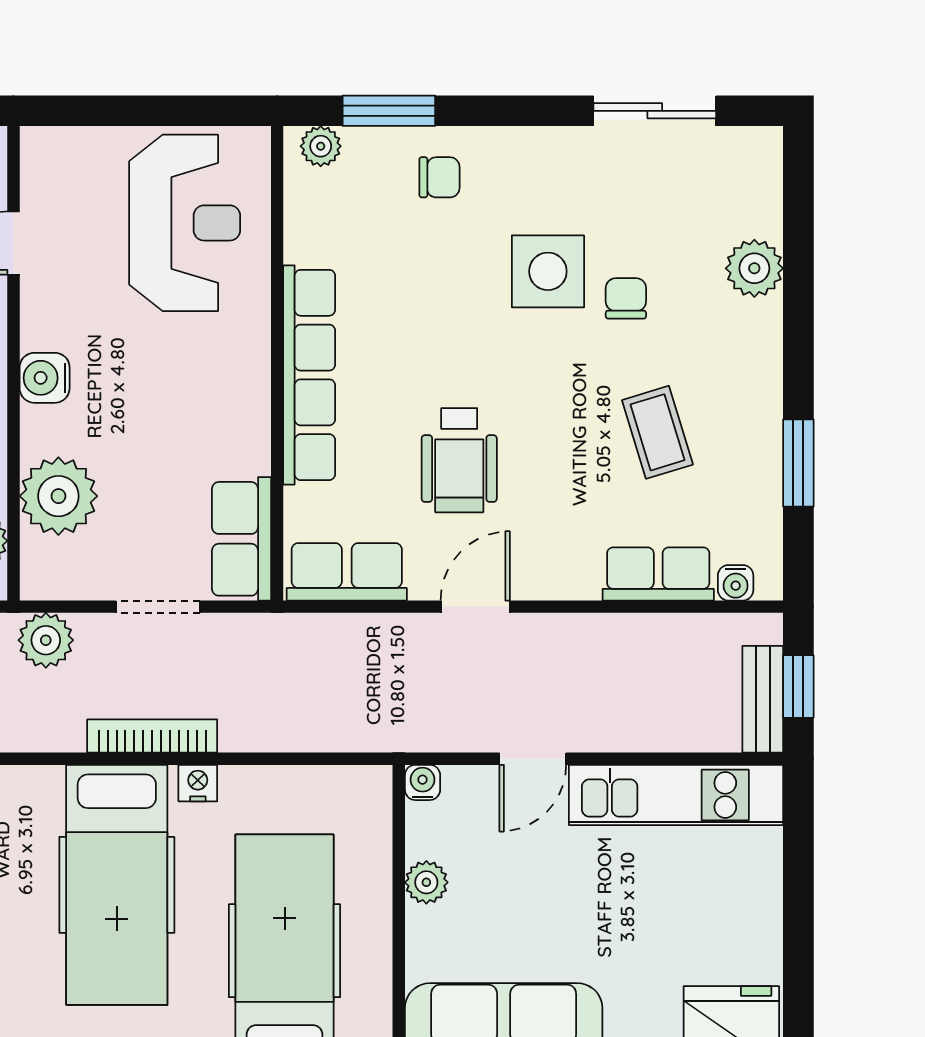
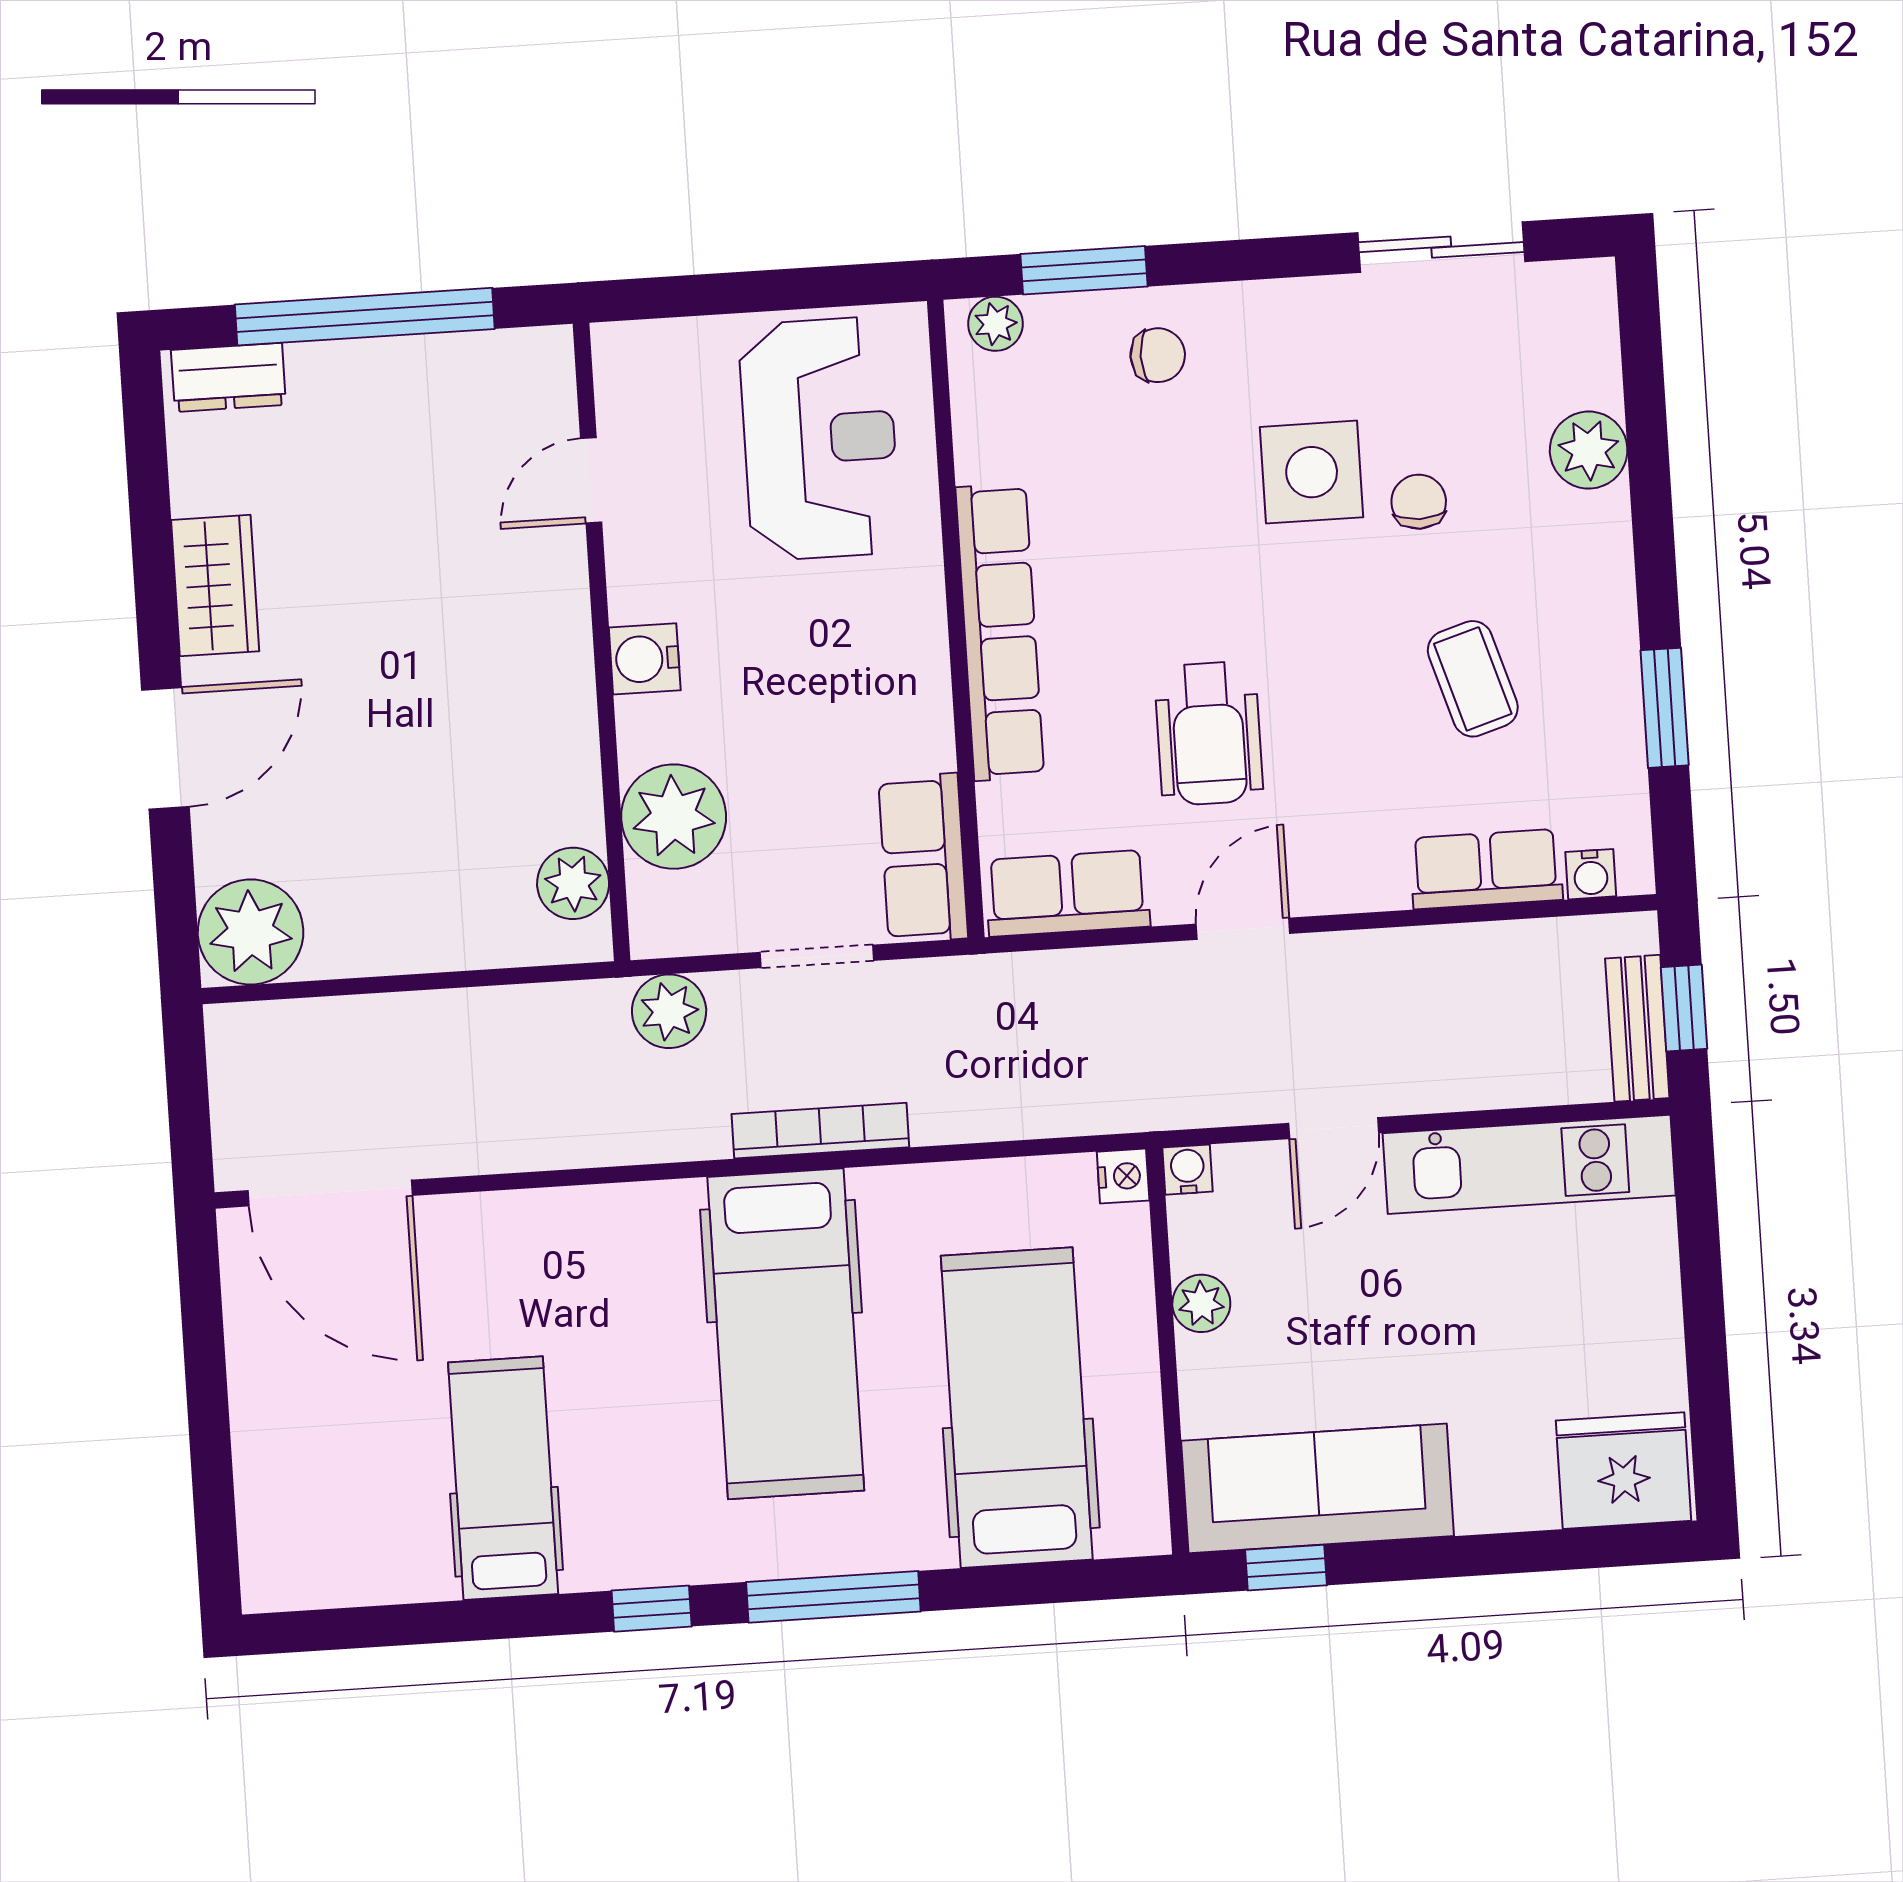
nightstand: (198, 783) -> (1123, 1176), moved, turned 90

